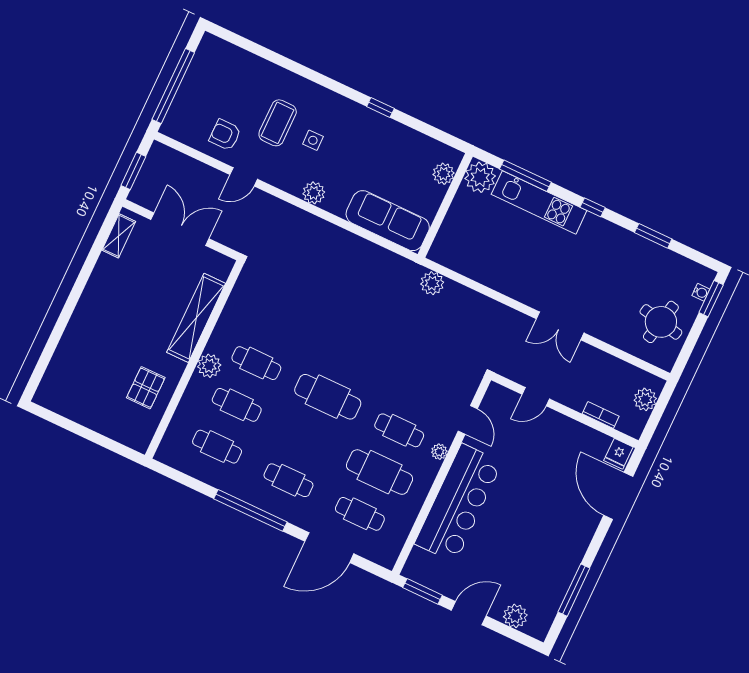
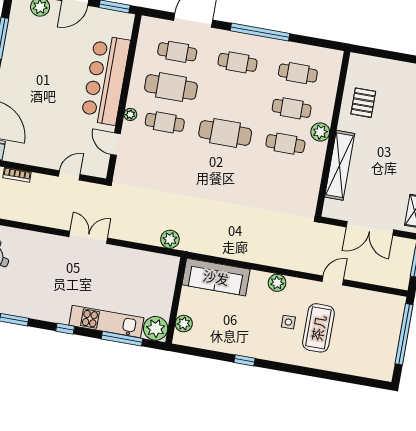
coffee table: (278, 123) -> (318, 328), width x1.36, depth x1.32
armchair: (225, 135) -> (355, 308), removed
double door: (560, 326) -> (88, 237), moved

